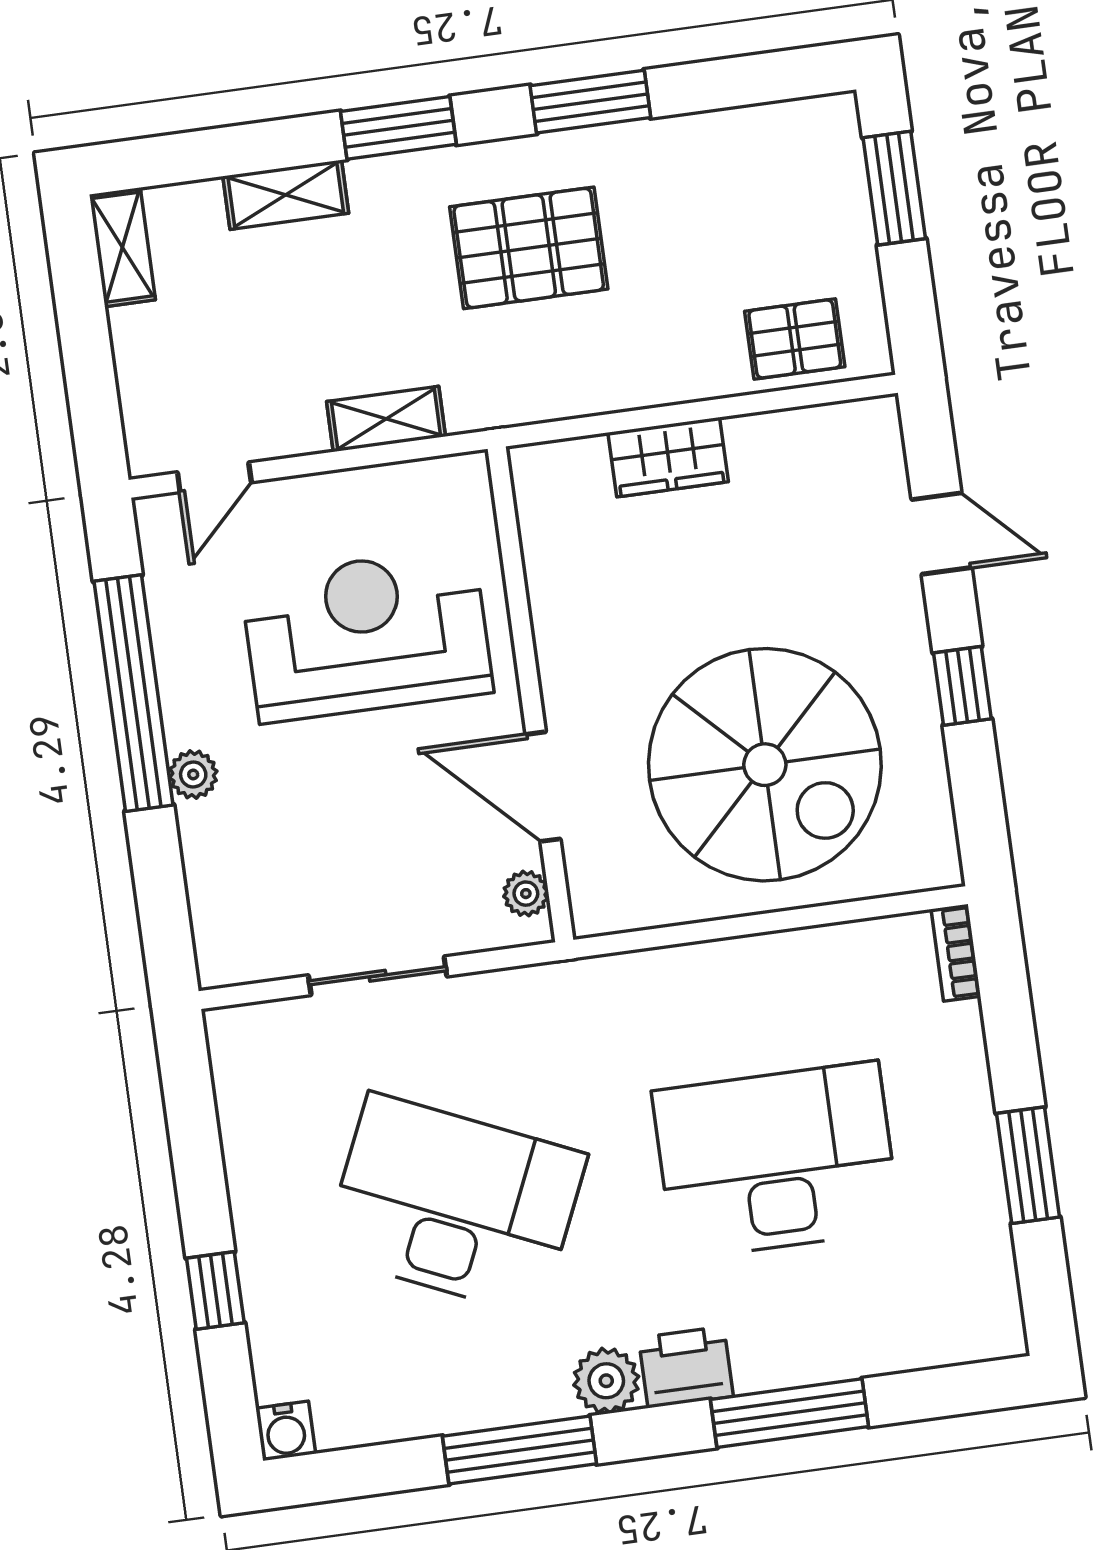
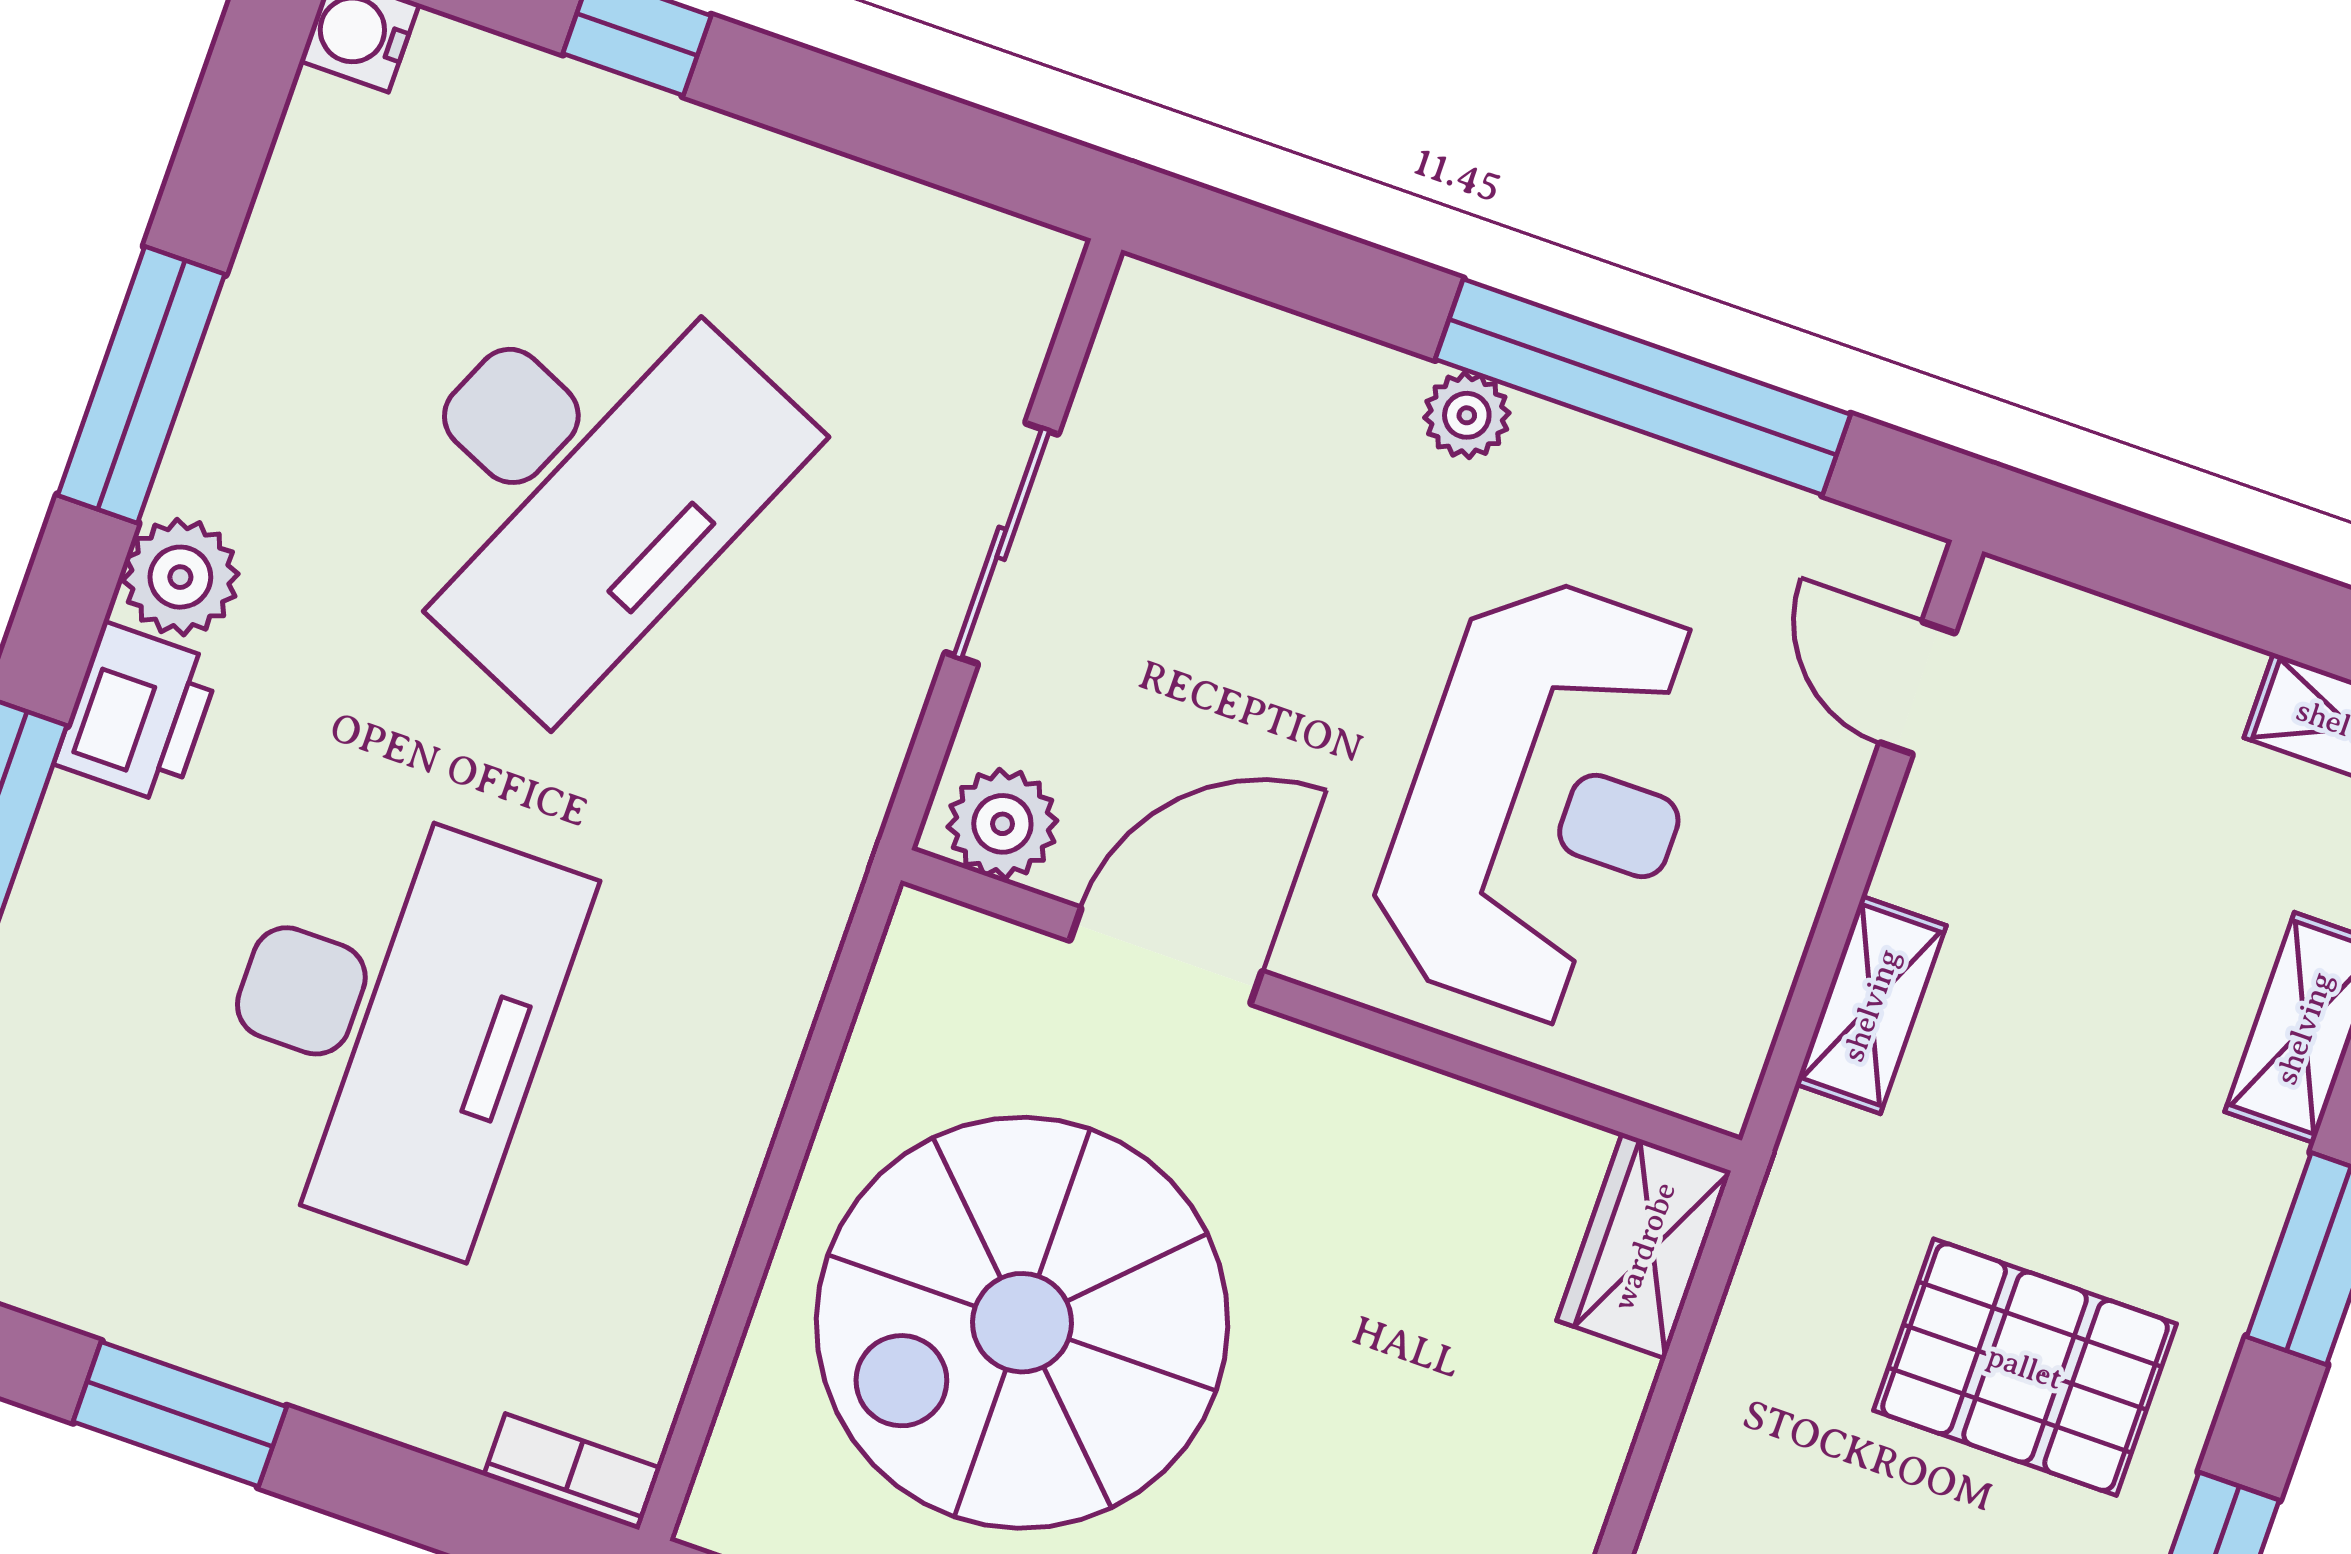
pallet: (529, 248) -> (2025, 1367), turned 90
wardrobe: (668, 457) -> (1644, 1246), moved
plant: (526, 894) -> (1002, 824), width x1.38, depth x1.38

